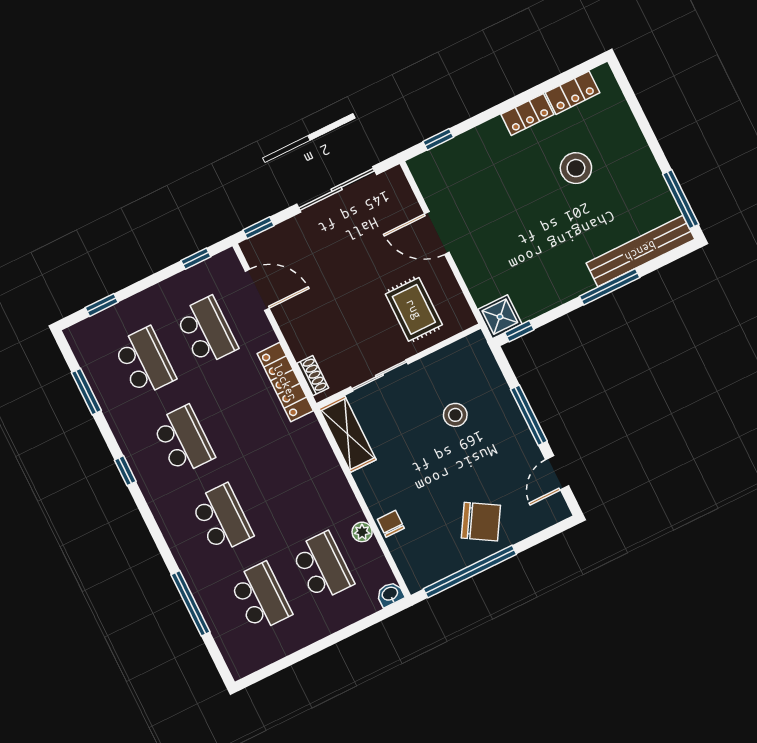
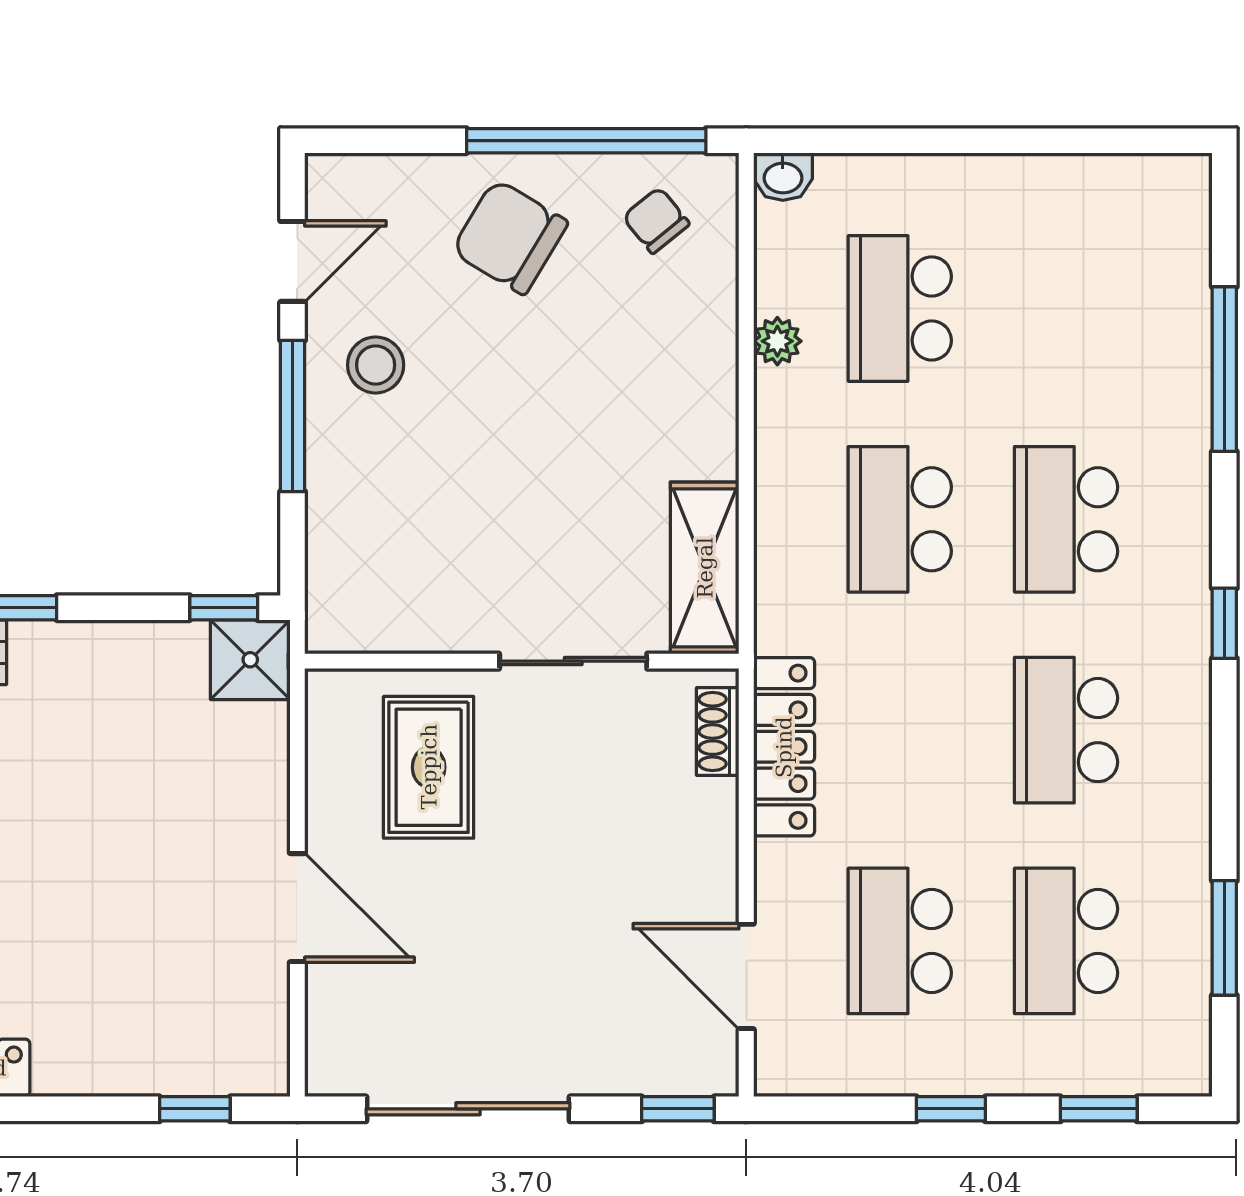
window: (196, 259) -> (951, 1109), moved
stool: (455, 415) -> (376, 365), moved
window: (125, 471) -> (1224, 623), moved
chair: (391, 524) -> (656, 220), moved, turned 141
school desk: (261, 597) -> (900, 519), moved

